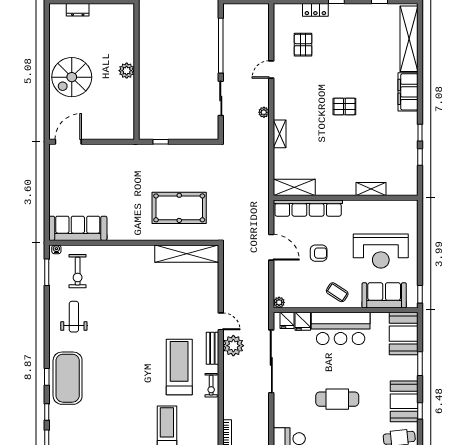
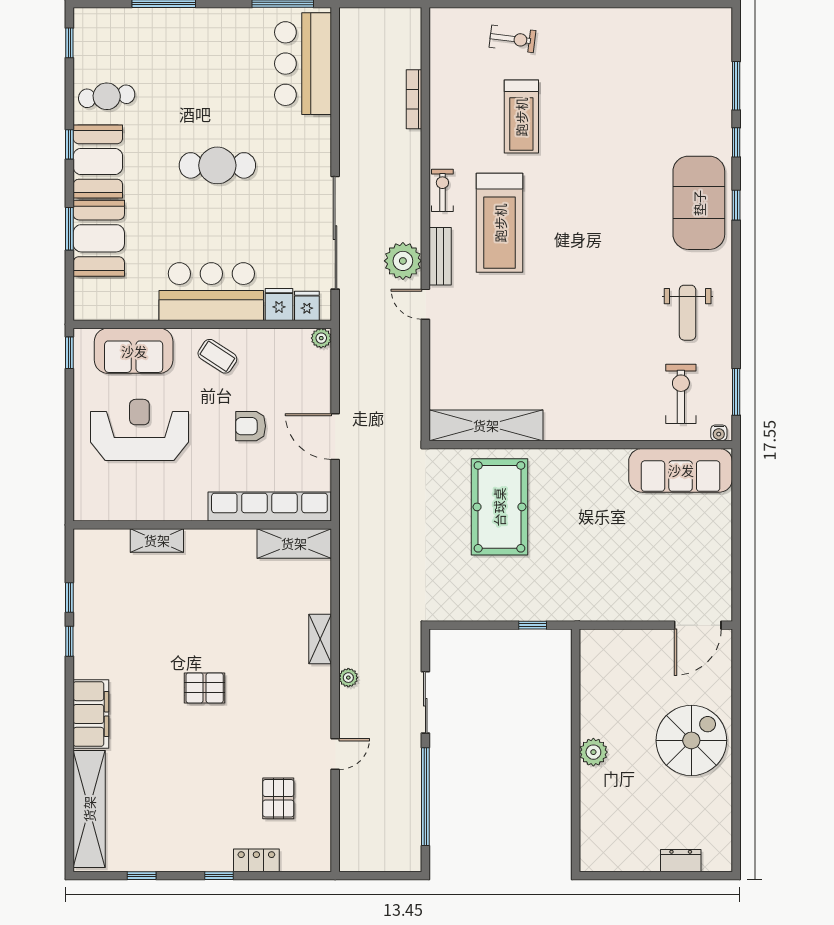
pool table: (179, 208) -> (499, 507), turned 90
booth: (404, 334) -> (99, 238), moved

